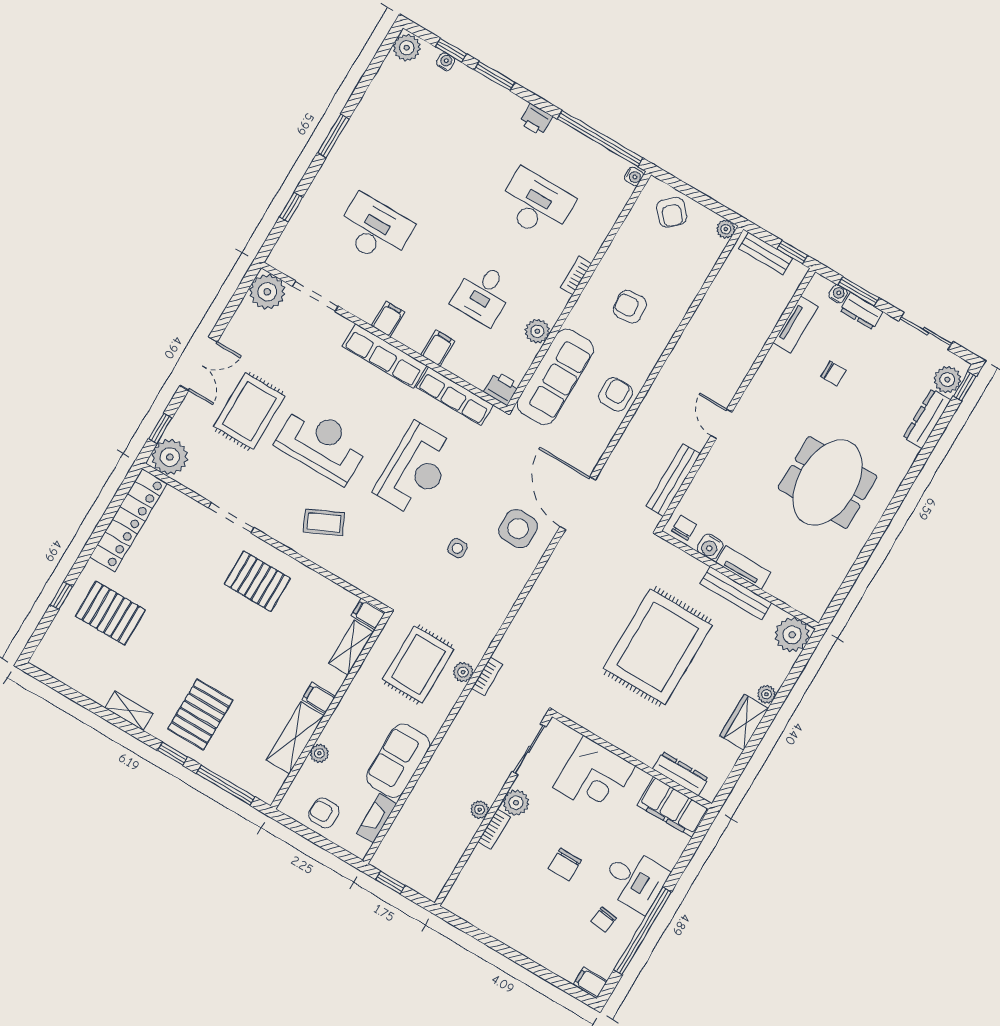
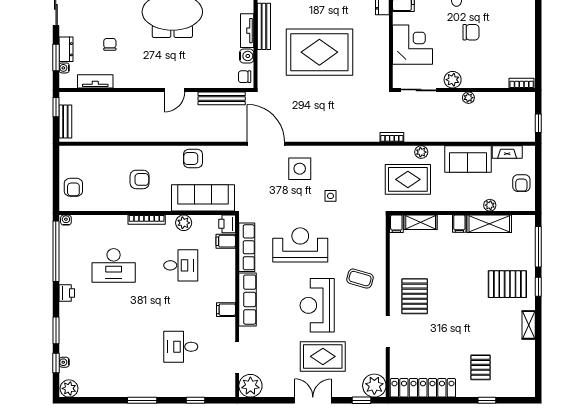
desk: (536, 204) -> (114, 265), turned -90
armchair: (672, 212) -> (73, 187), turned 133
plant: (726, 229) -> (65, 152), removed
desk: (374, 230) -> (181, 347), width x0.73
bookcase: (576, 275) -> (147, 220), width x1.56
armchair: (630, 307) -> (140, 179), turned -85
filing cabinet: (438, 348) -> (226, 241), moved
door: (578, 503) -> (266, 144), swing flipped
coffee table: (324, 522) -> (360, 279), turned -49
pallet: (110, 613) -> (481, 367), width x0.67, depth x0.71
plant: (463, 672) -> (421, 152), moved
bookcase: (494, 829) -> (522, 83), moved

